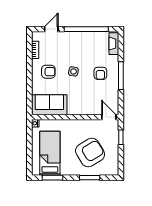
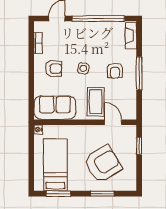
coffee table: (84, 100) -> (96, 102), added
door: (109, 117) -> (113, 122), moved

